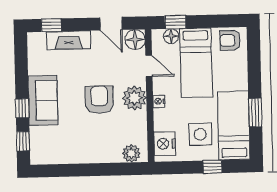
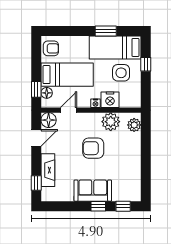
armchair: (230, 40) -> (51, 48), turned -90
plant: (134, 98) -> (111, 122), moved
nightstand: (165, 144) -> (110, 100), moved

